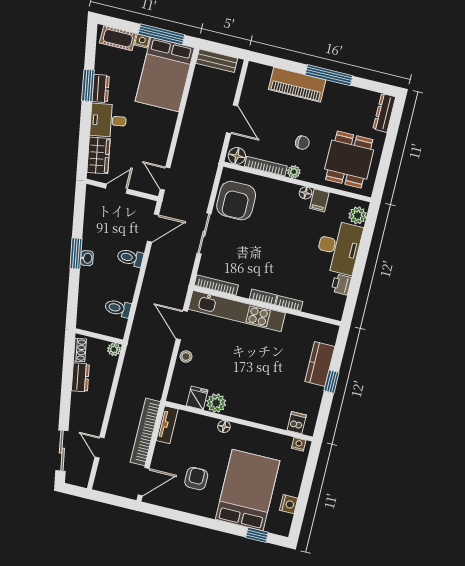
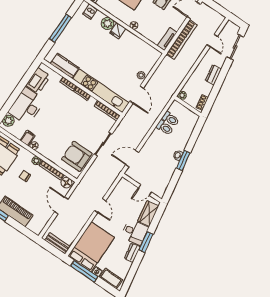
window: (88, 85) -> (146, 242), moved
door: (165, 179) -> (100, 206), moved
armchair: (236, 201) -> (77, 156), turned -90
toilet: (130, 258) -> (165, 128), moved
printer: (341, 284) -> (38, 81), width x1.87, depth x1.48
kitchen counter: (320, 364) -> (65, 66), moved, turned -90
dresser: (80, 377) -> (213, 75), moved
window: (331, 382) -> (60, 28), width x2.17
fridge: (197, 398) -> (118, 31), moved
plant: (216, 403) -> (108, 23), moved

